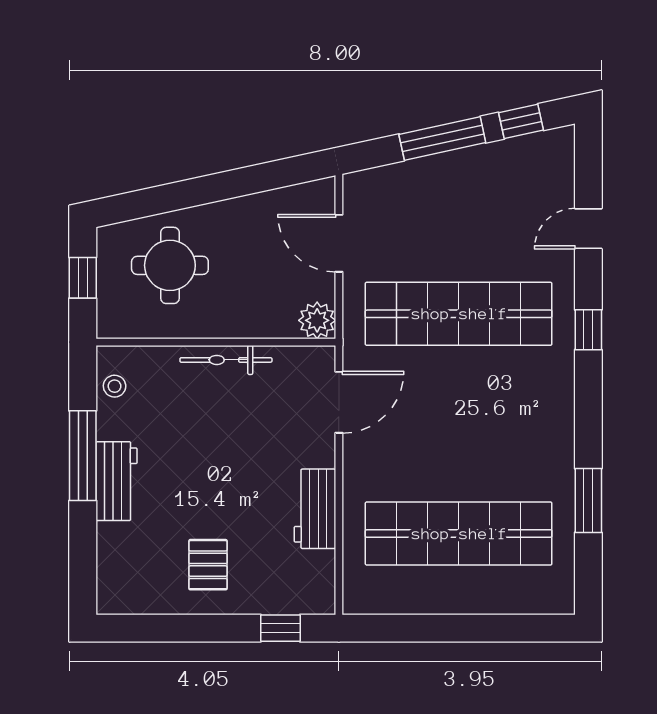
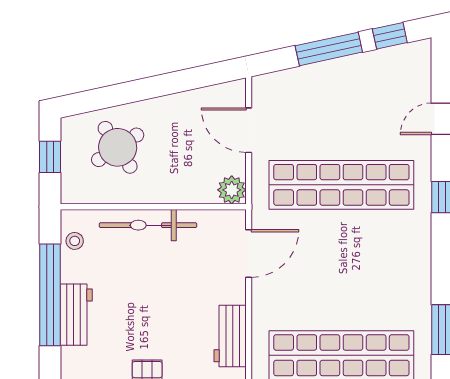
round table: (170, 265) -> (118, 147), turned -33
bicycle: (226, 360) -> (148, 225), width x1.37, depth x1.40
window: (83, 456) -> (50, 295), width x1.46

